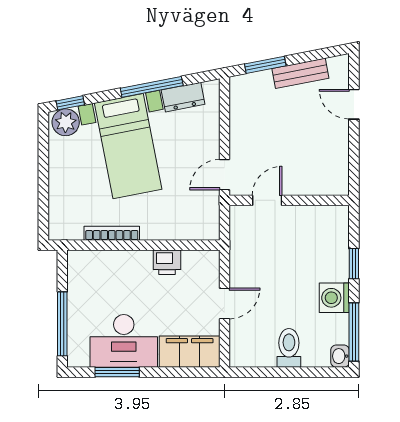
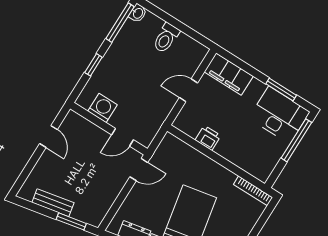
door: (354, 104) -> (48, 136), moved
bookcase: (112, 233) -> (253, 191), moved
washing machine: (334, 298) -> (103, 108), moved, turned -90
desk: (124, 341) -> (279, 115), moved

